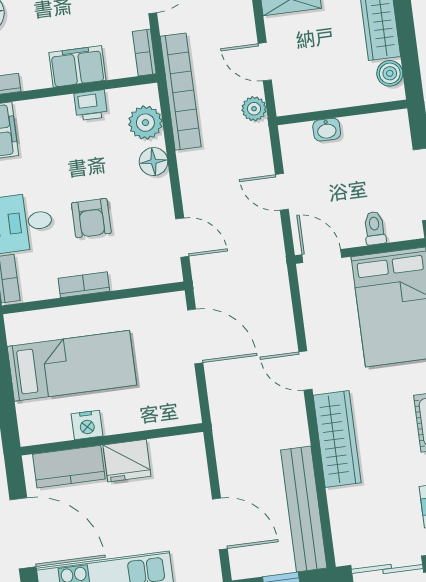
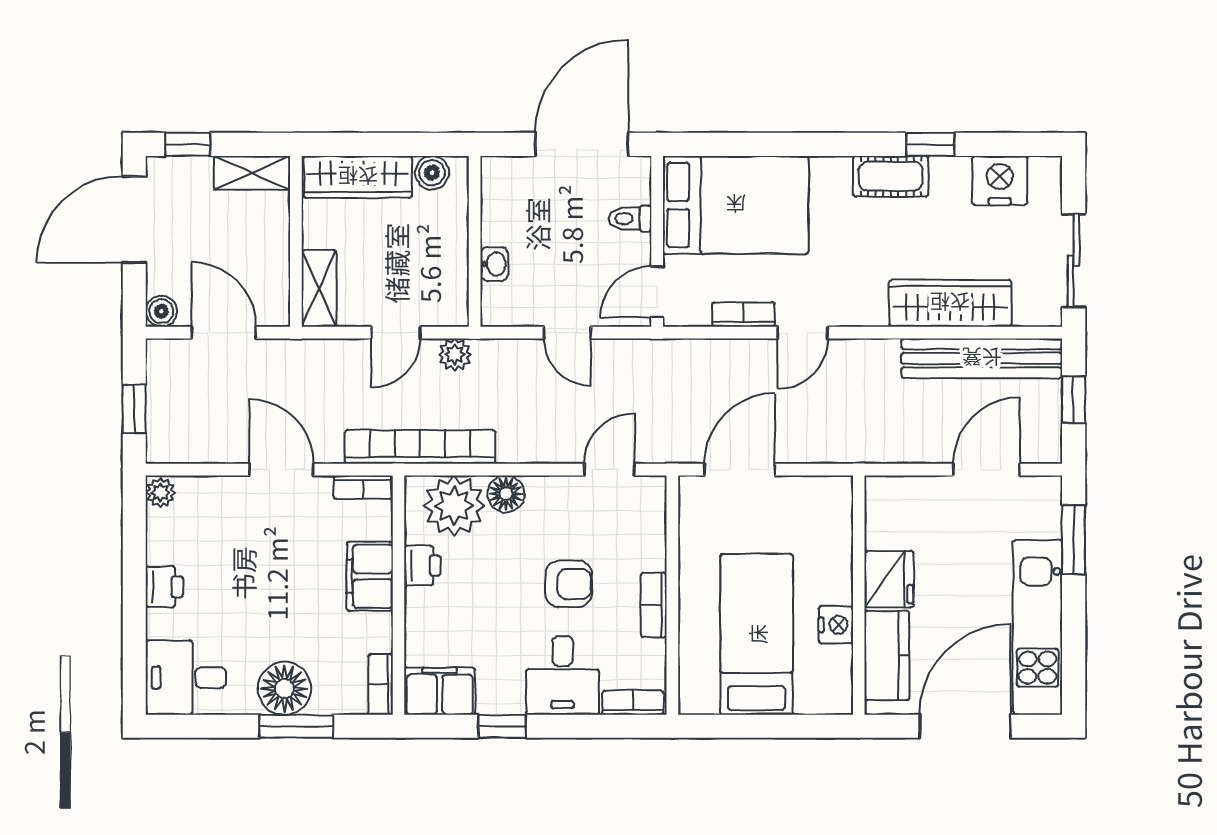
plant: (145, 123) -> (454, 506), width x1.36, depth x1.36
door: (282, 192) -> (567, 333), hinge flipped
bookcase: (313, 324) -> (743, 315), added
wardrobe: (337, 439) -> (950, 303), moved

